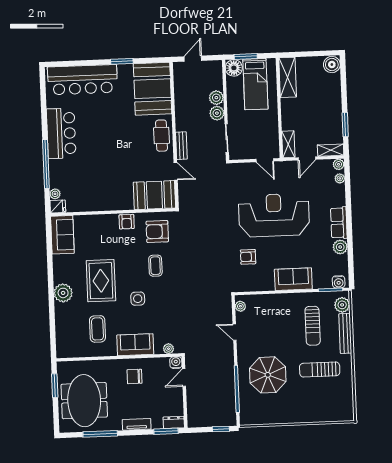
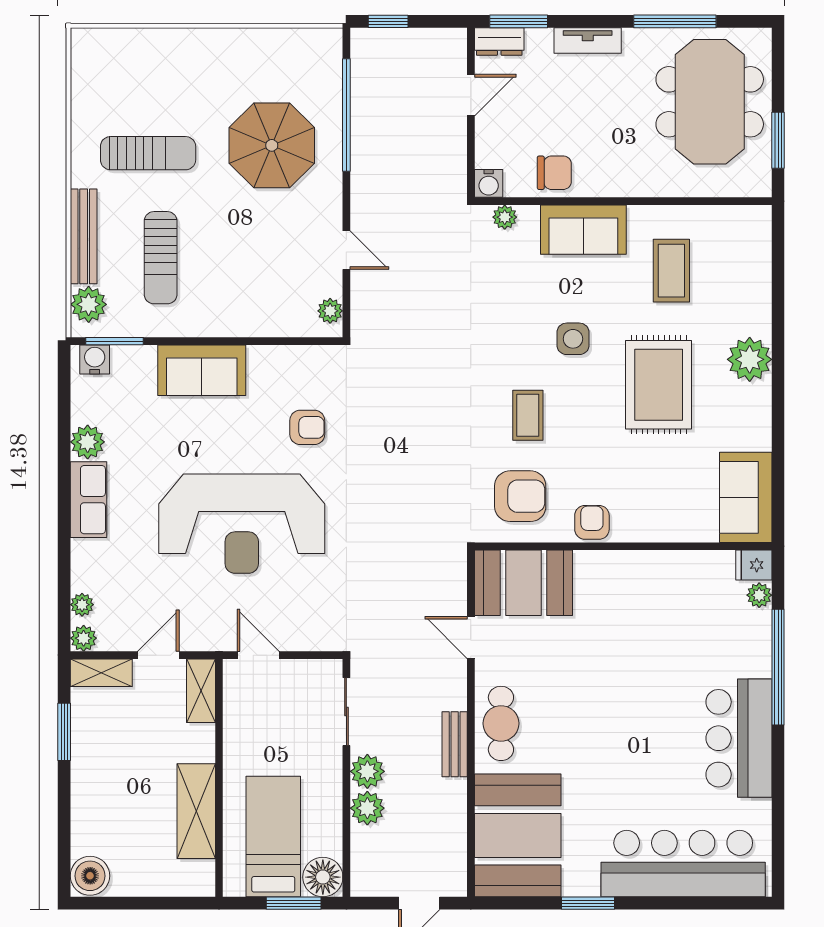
shelving: (288, 77) -> (196, 811), moved
bench: (181, 146) -> (455, 744), moved
sun lounger: (313, 326) -> (161, 258), turned 180
chair: (135, 376) -> (554, 173), moved
door: (184, 378) -> (471, 95), moved

